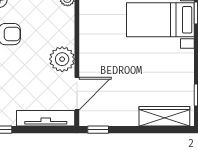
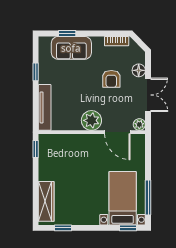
door: (77, 94) -> (117, 132), moved

